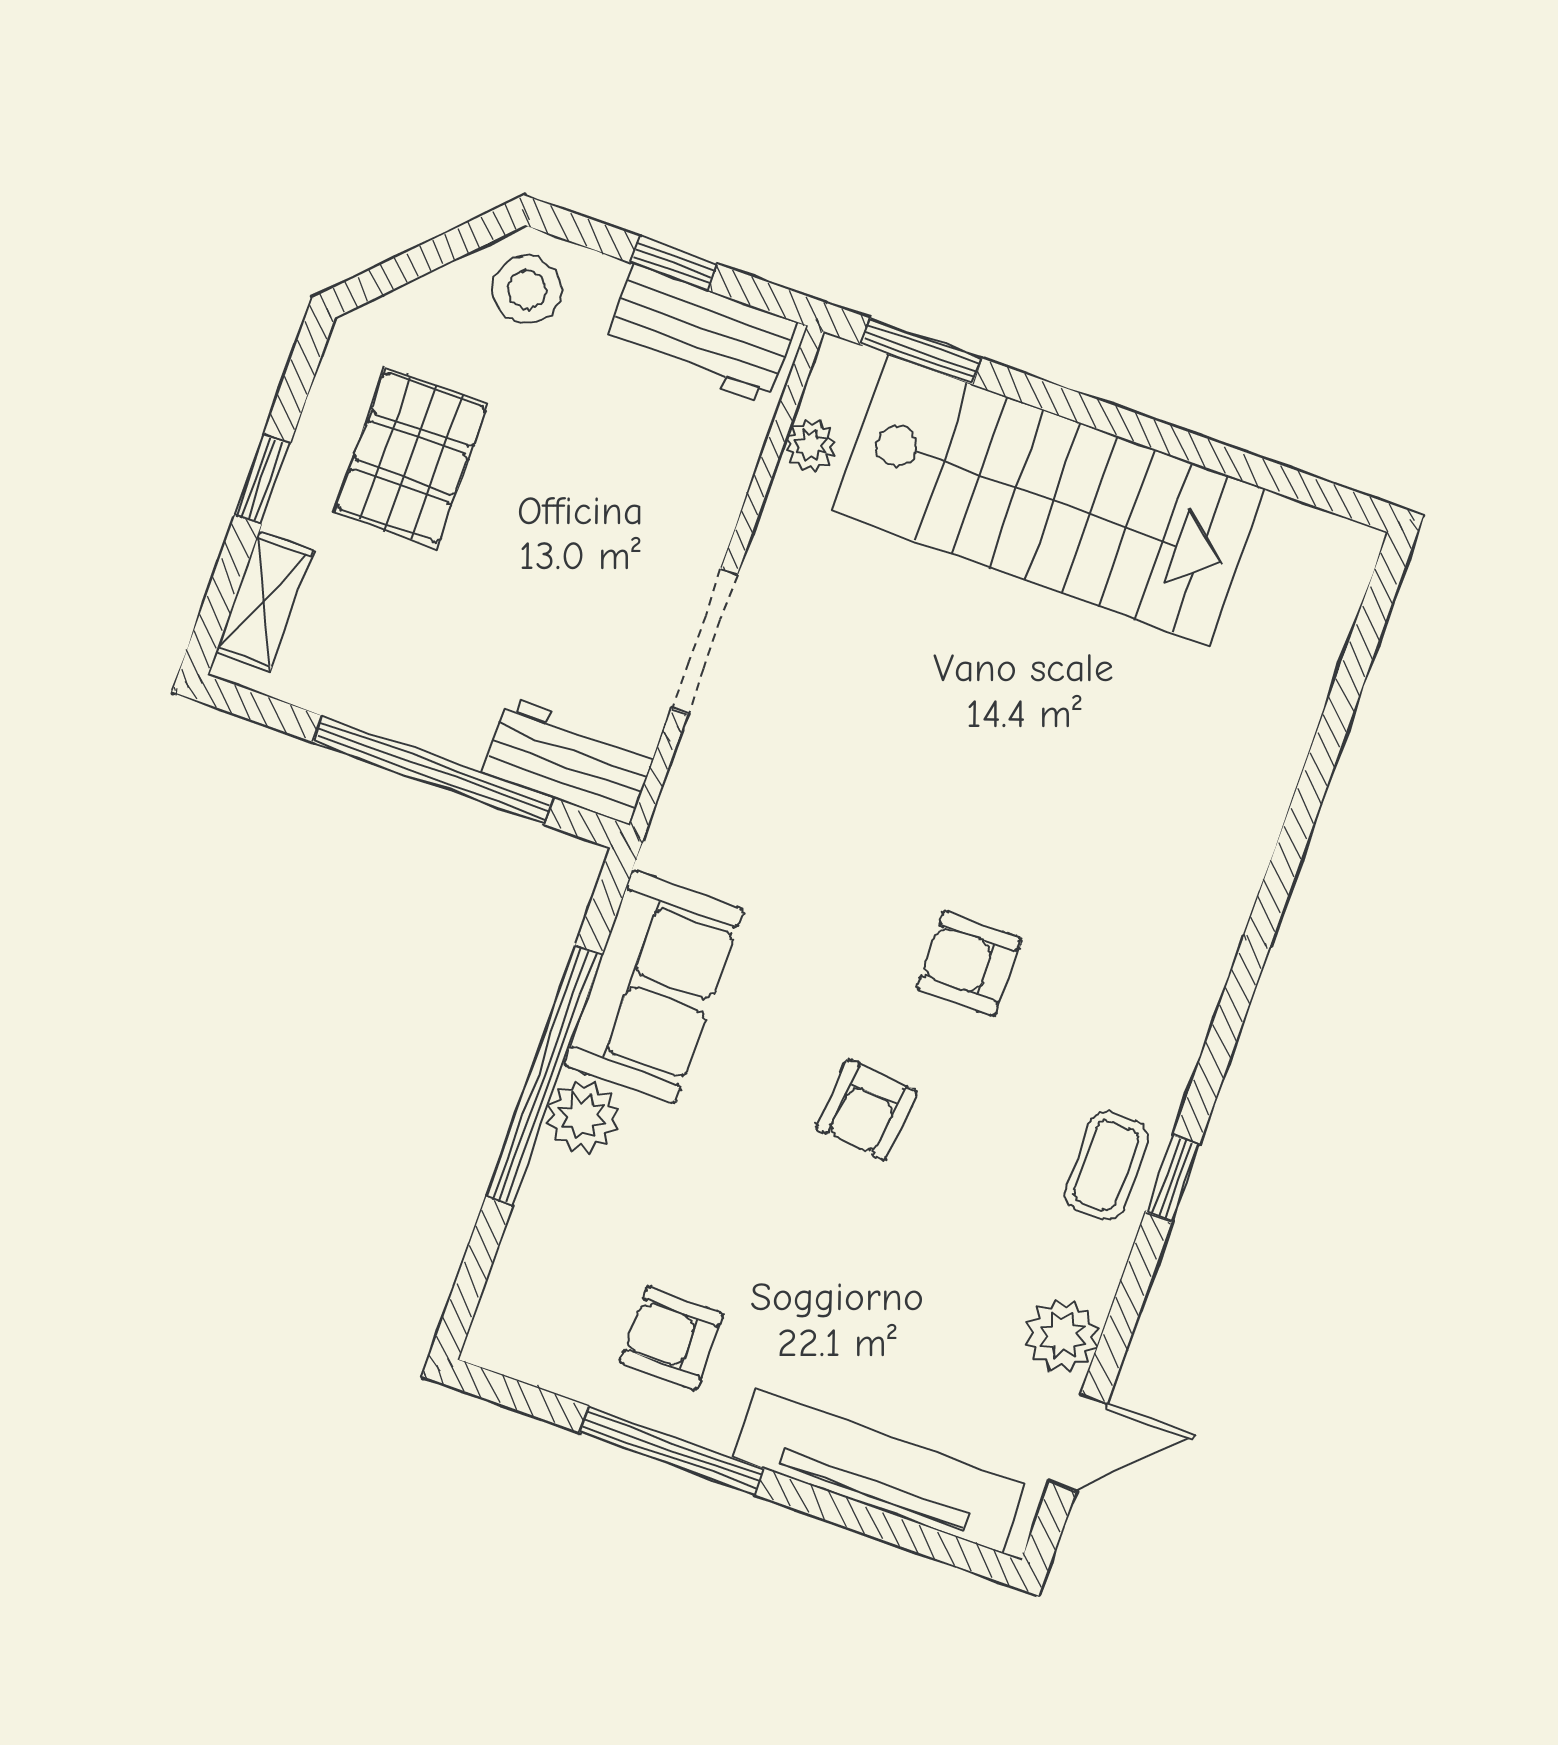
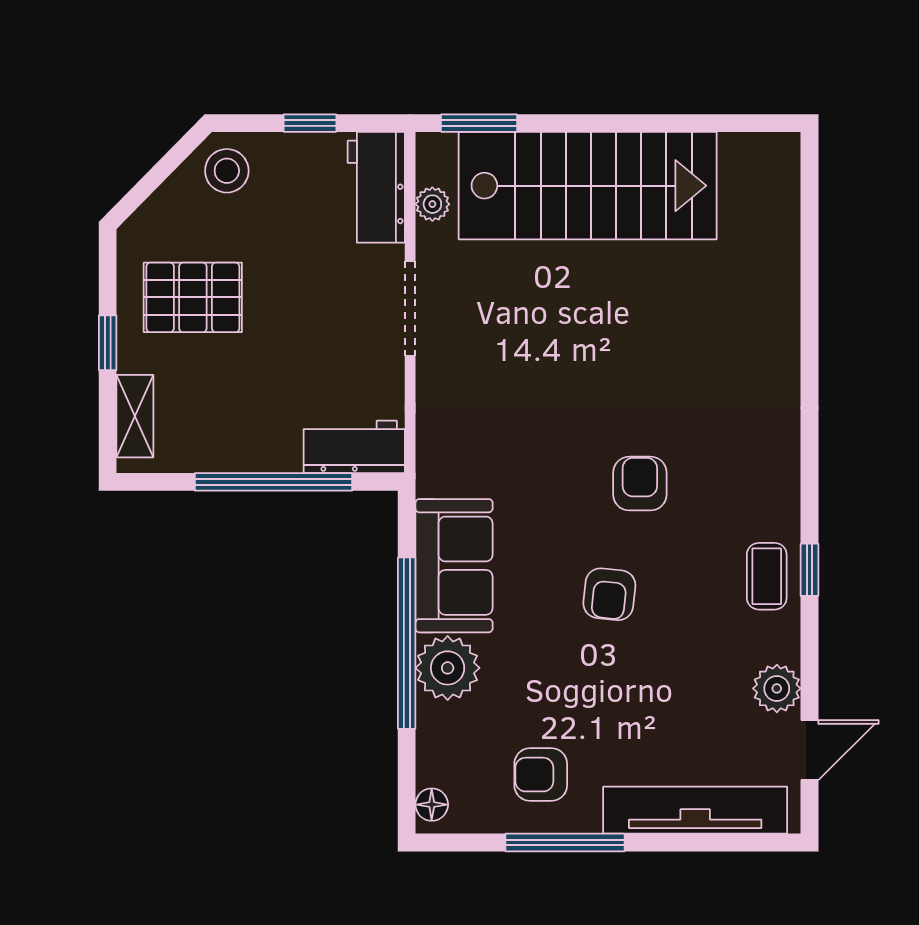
workbench: (700, 334) -> (376, 187), moved, turned 90
pallet: (411, 458) -> (193, 297), turned 90
doorway: (704, 641) -> (410, 308), moved
armchair: (969, 964) -> (640, 484), turned 90
plant: (583, 1116) -> (448, 668), width x1.36, depth x1.36
floor lamp: (496, 1325) -> (432, 805), added

